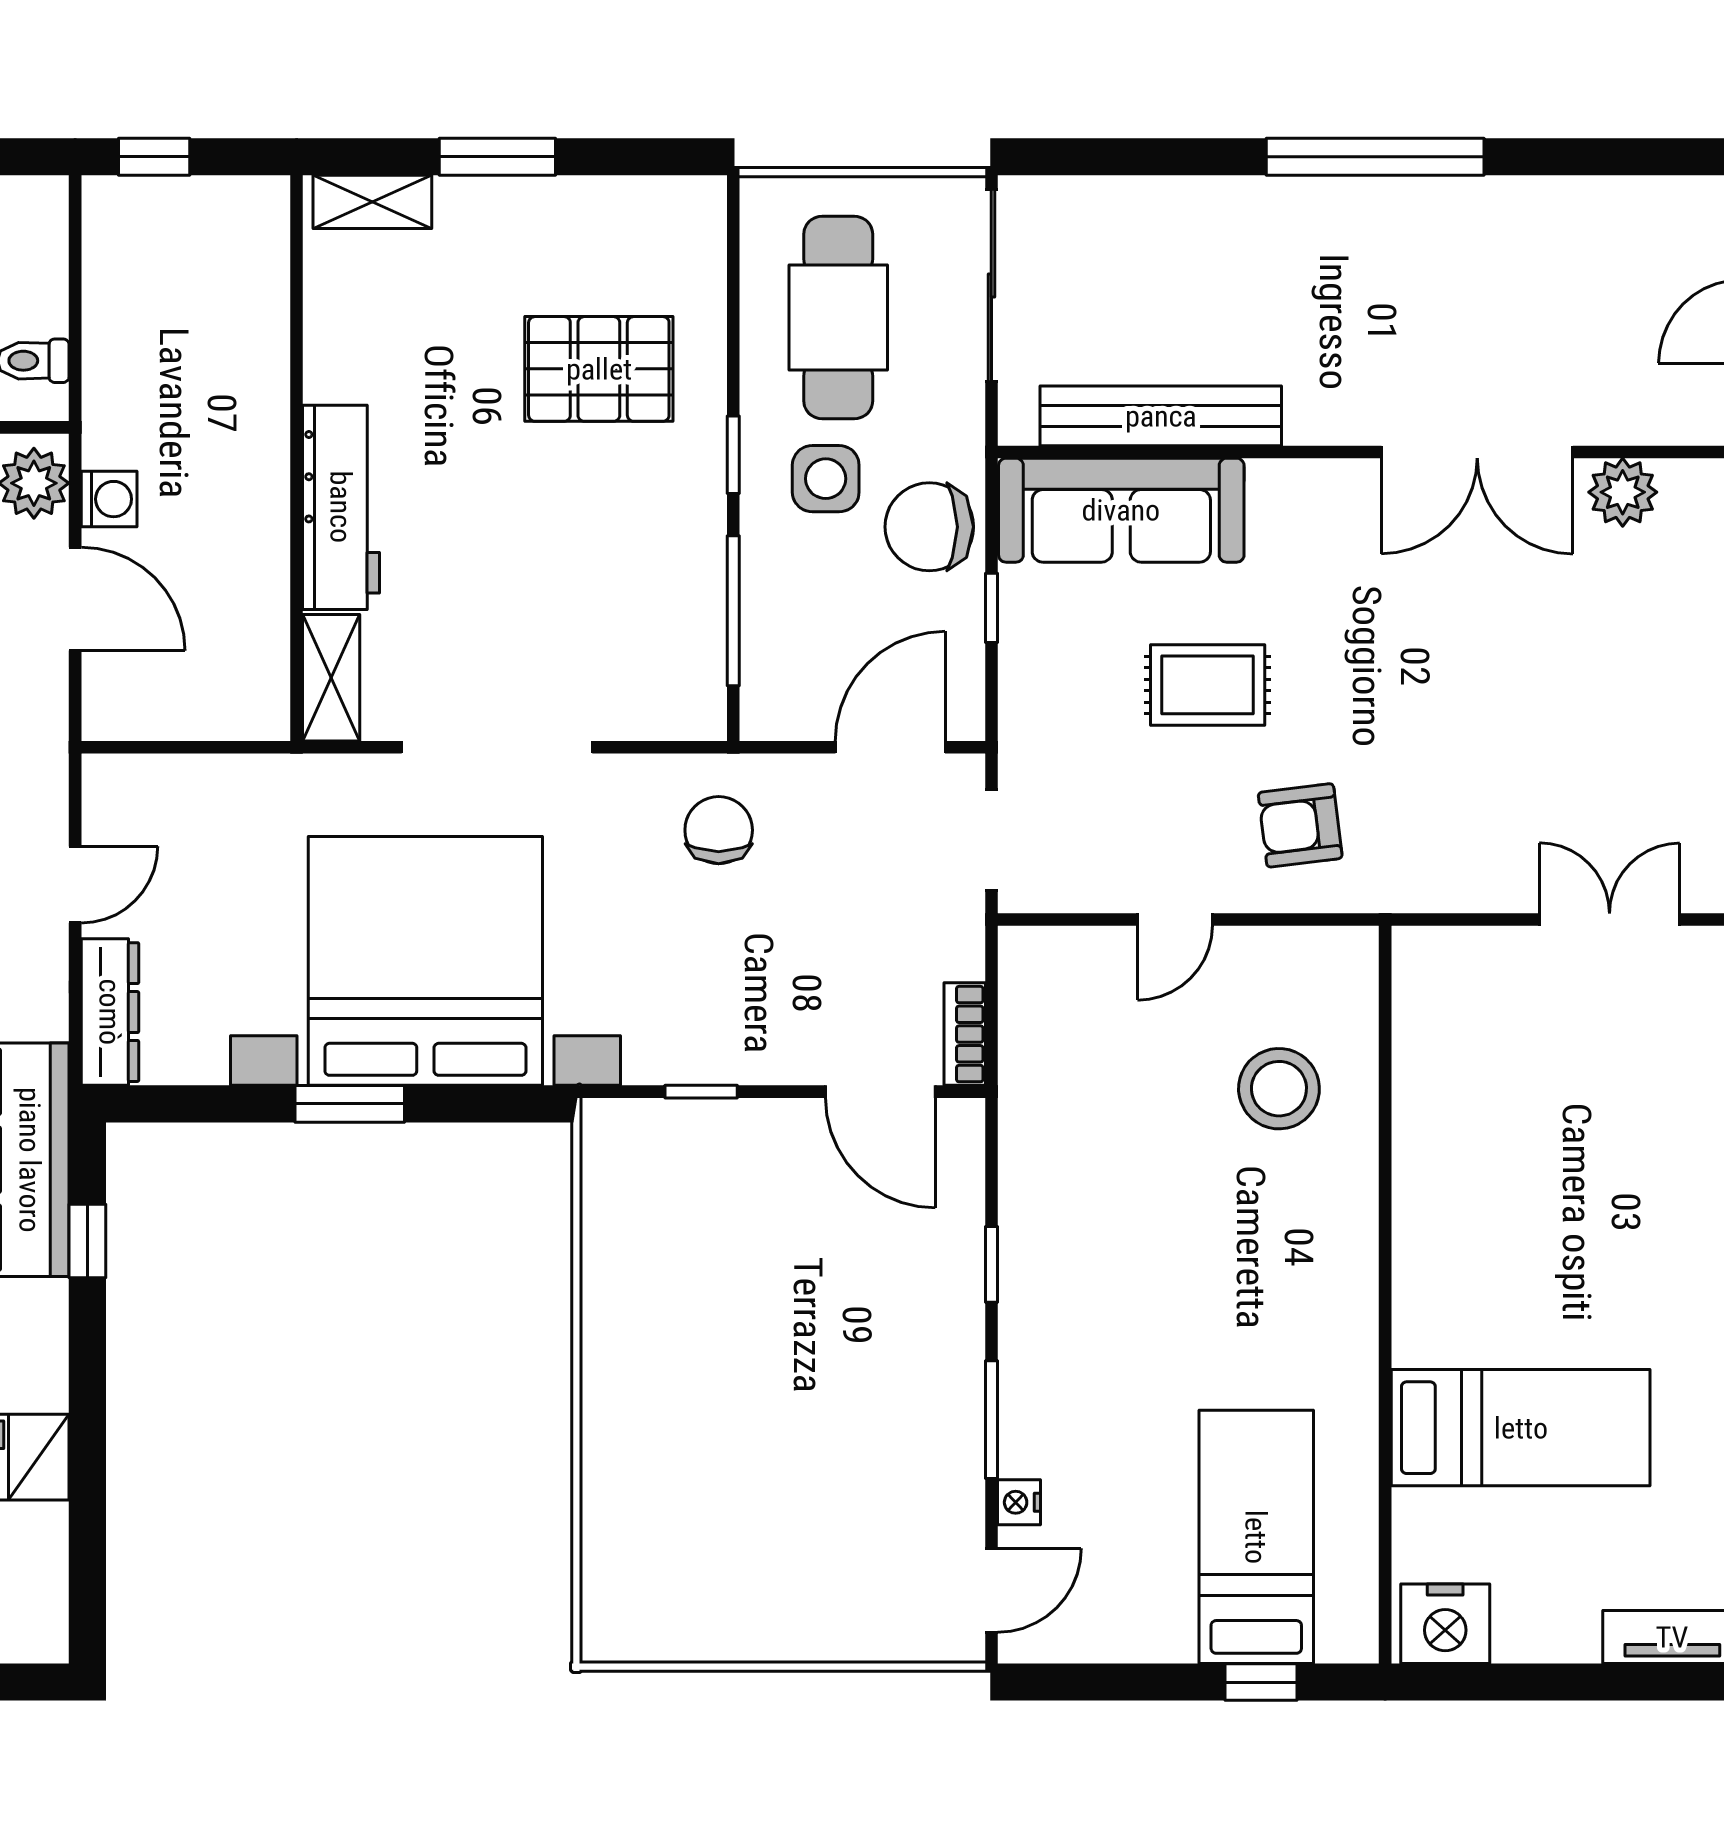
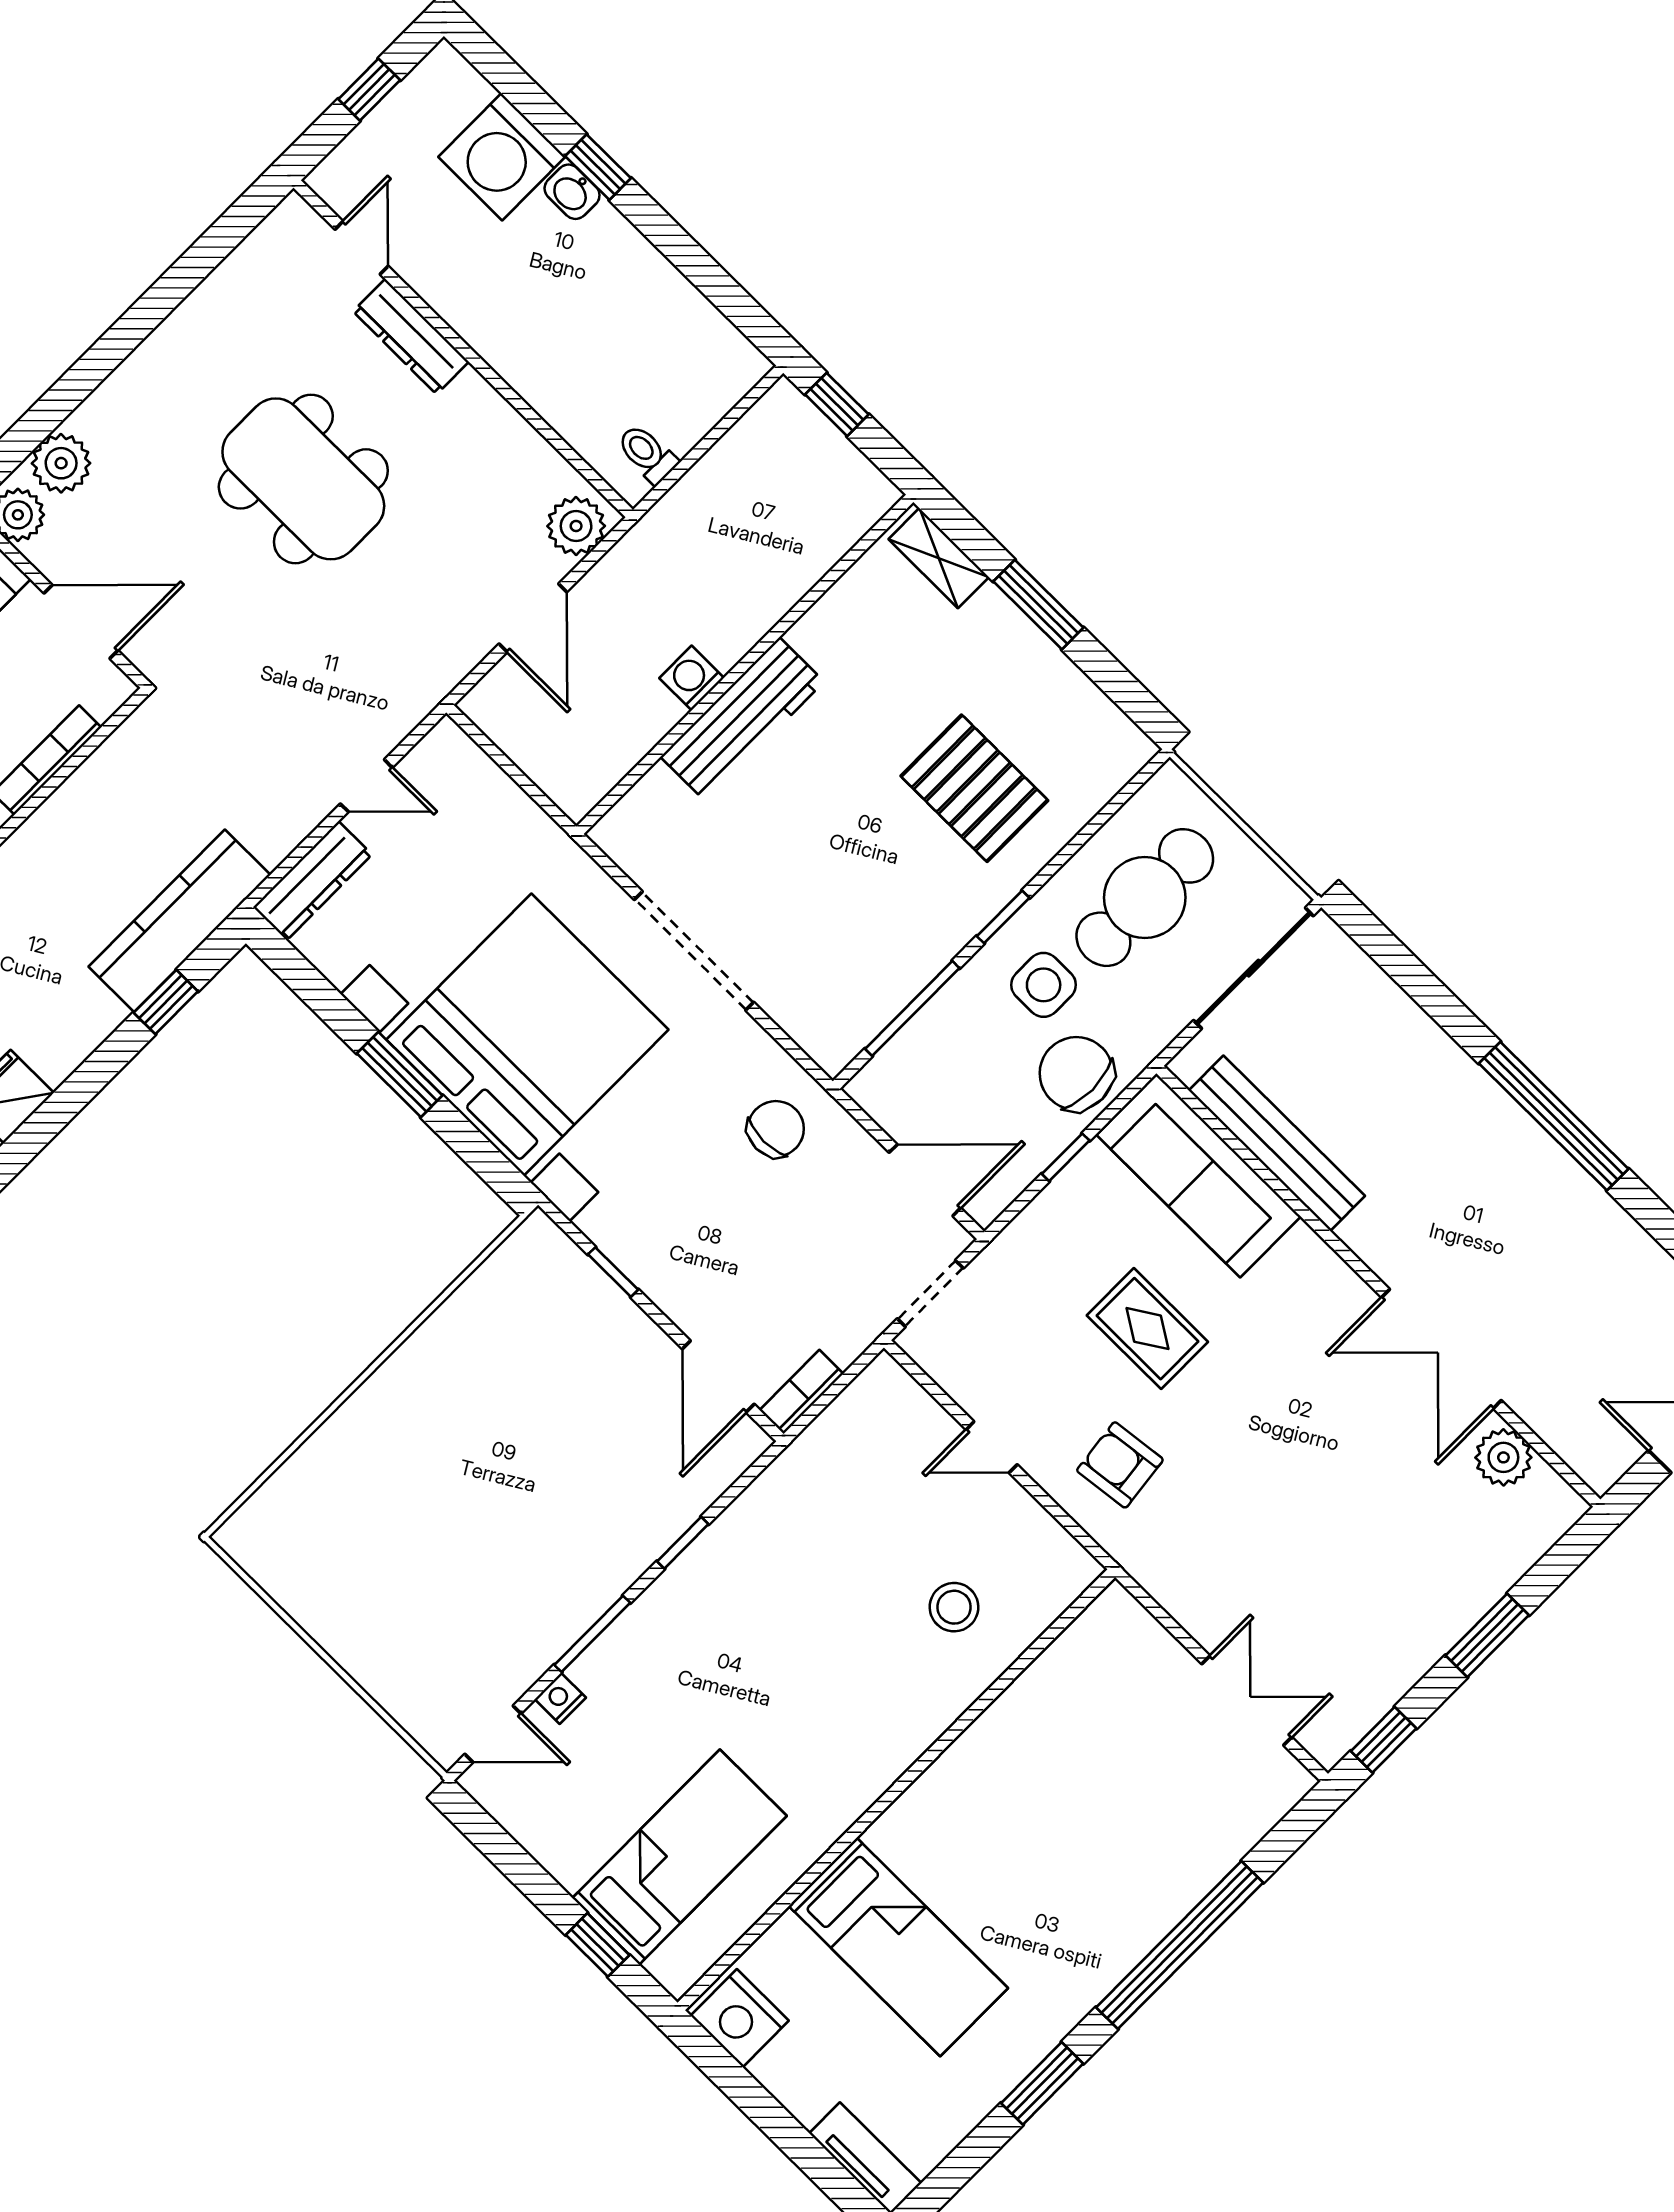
washing machine: (109, 499) -> (692, 678), moved, turned 180
shelving: (331, 678) -> (637, 813), removed
stool: (1279, 1089) -> (954, 1607), width x0.73, depth x0.73

